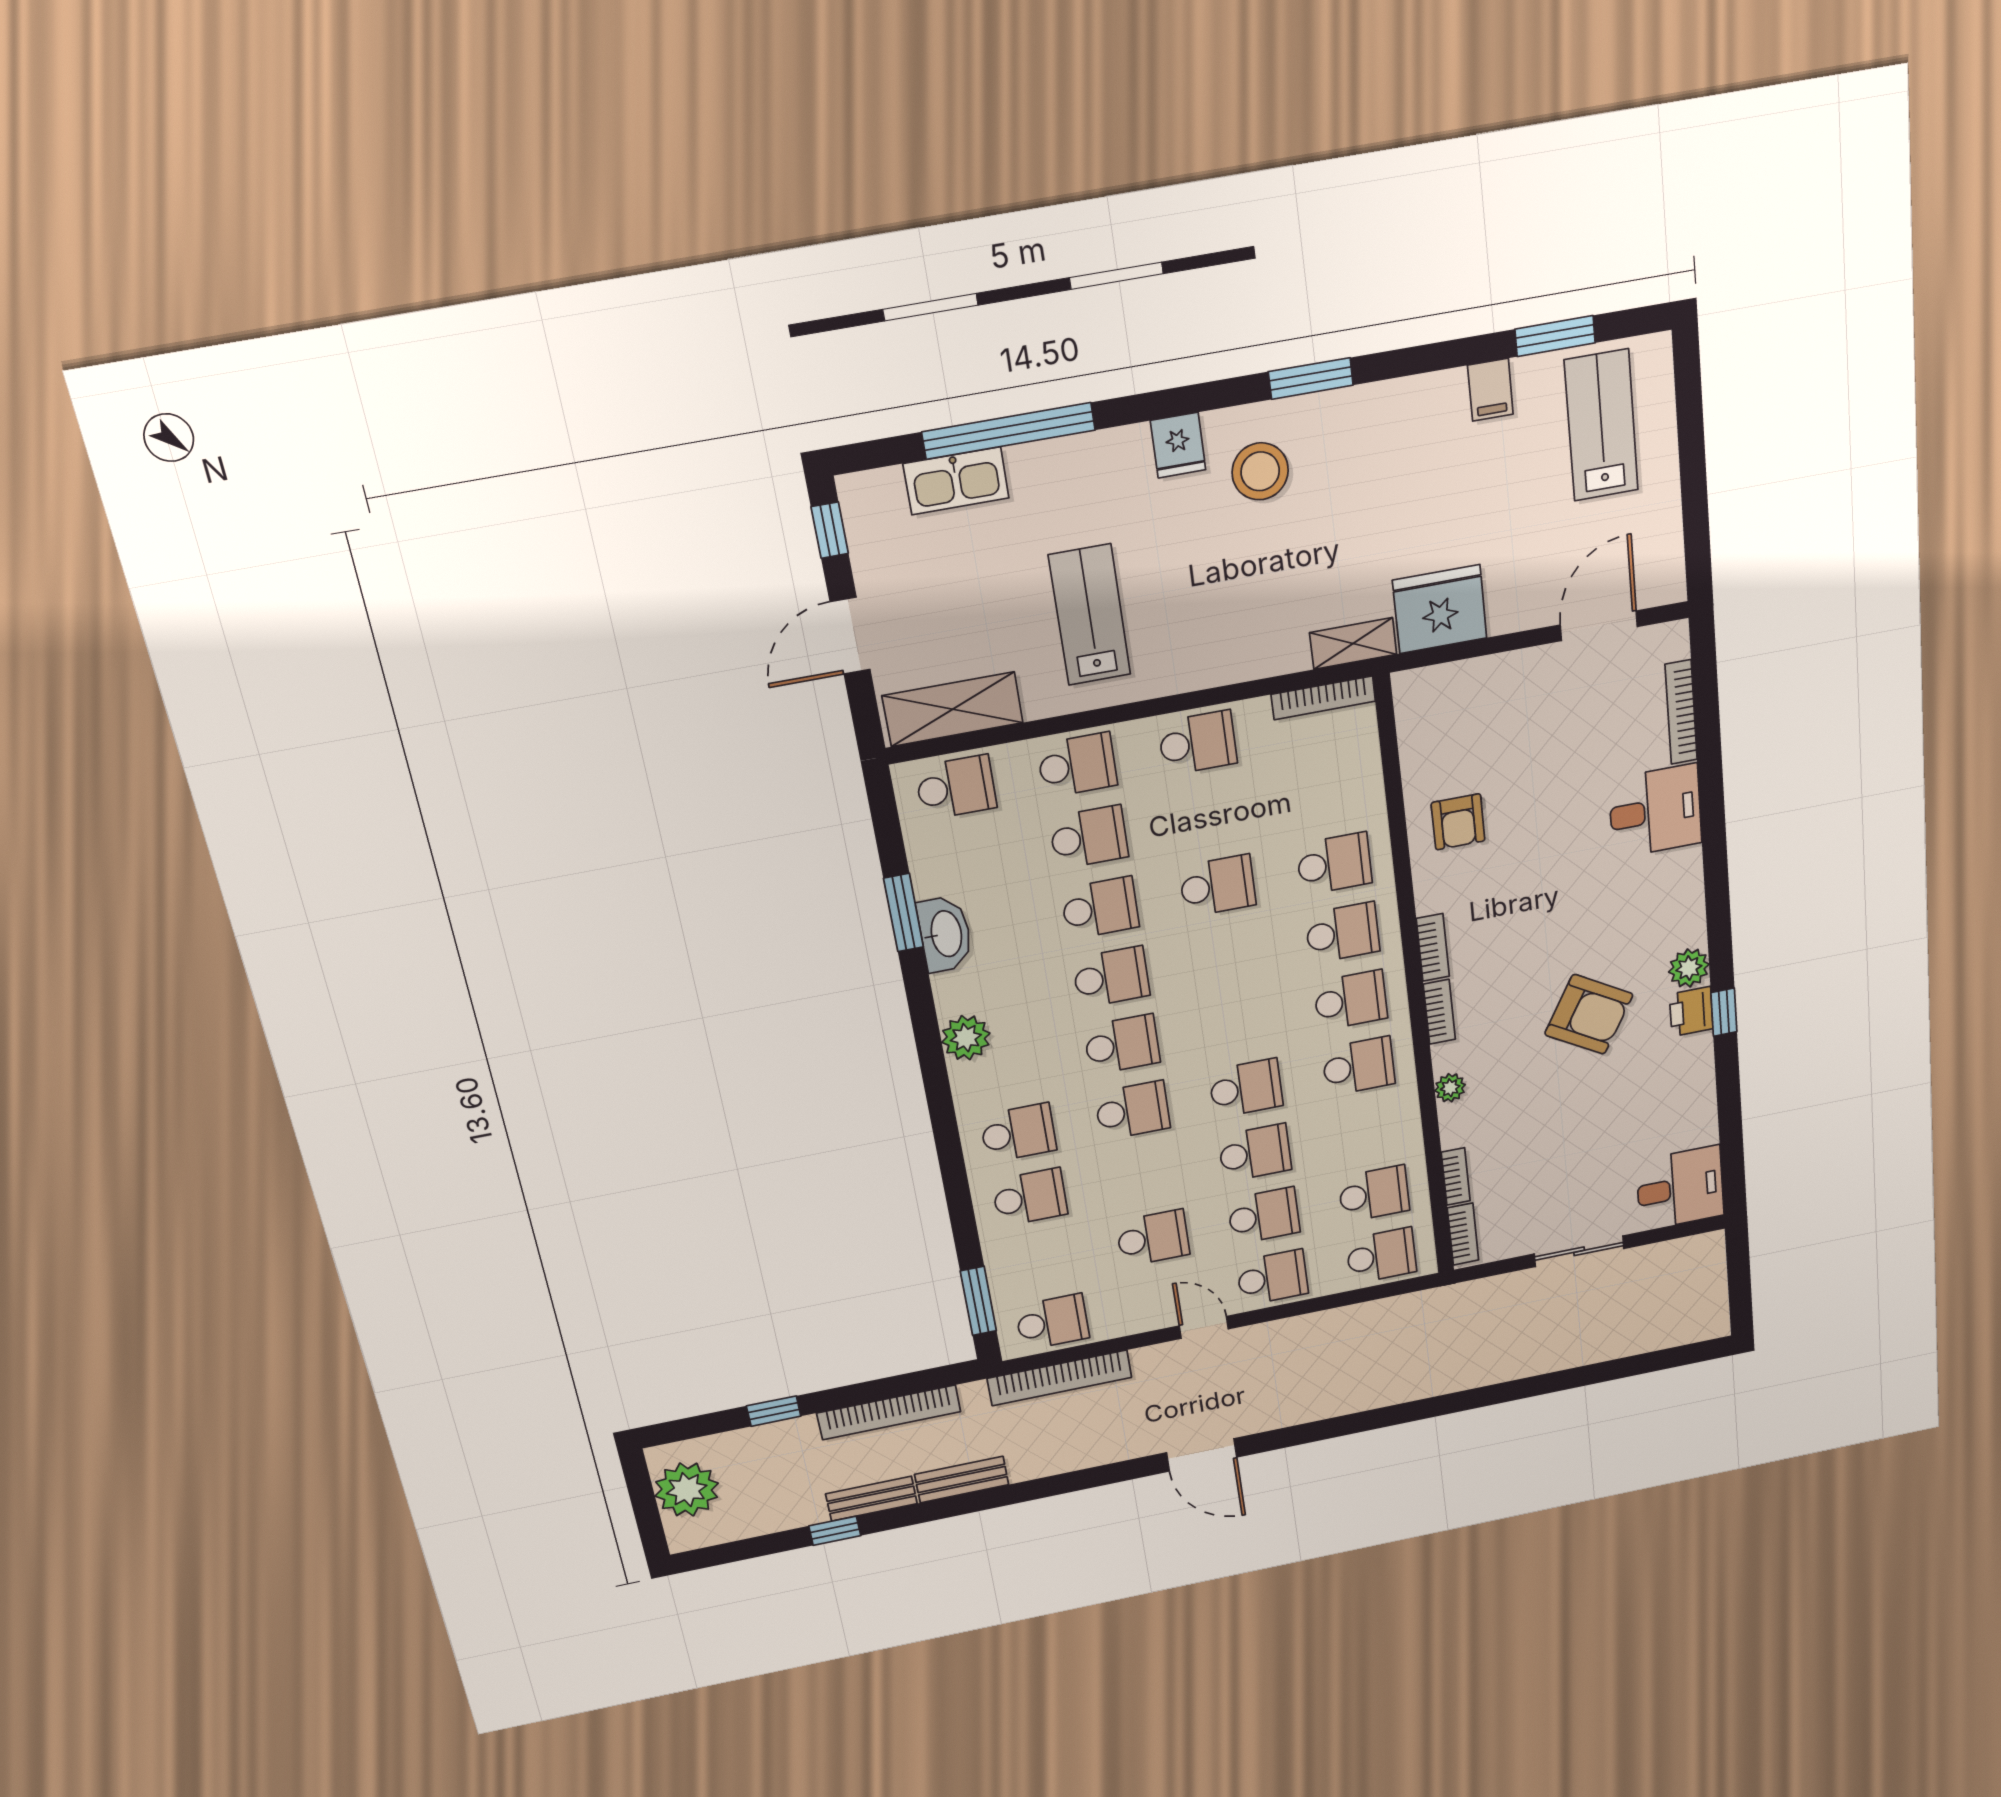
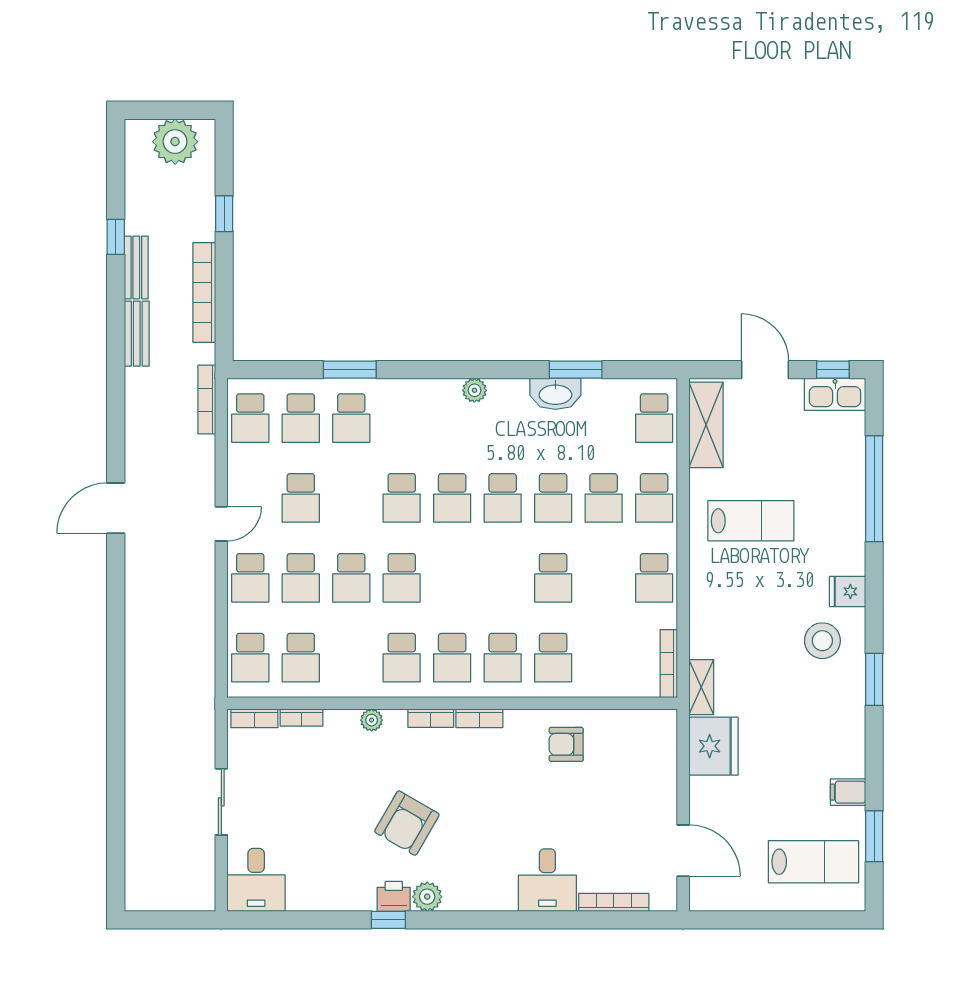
kitchen sink: (956, 481) -> (835, 394), moved, turned -90
plant: (966, 1038) -> (474, 390), width x0.73, depth x0.73
school desk: (1018, 1133) -> (301, 418), moved
window: (978, 1301) -> (350, 370), moved
bookcase: (1060, 1378) -> (207, 400), width x0.68, depth x0.76

